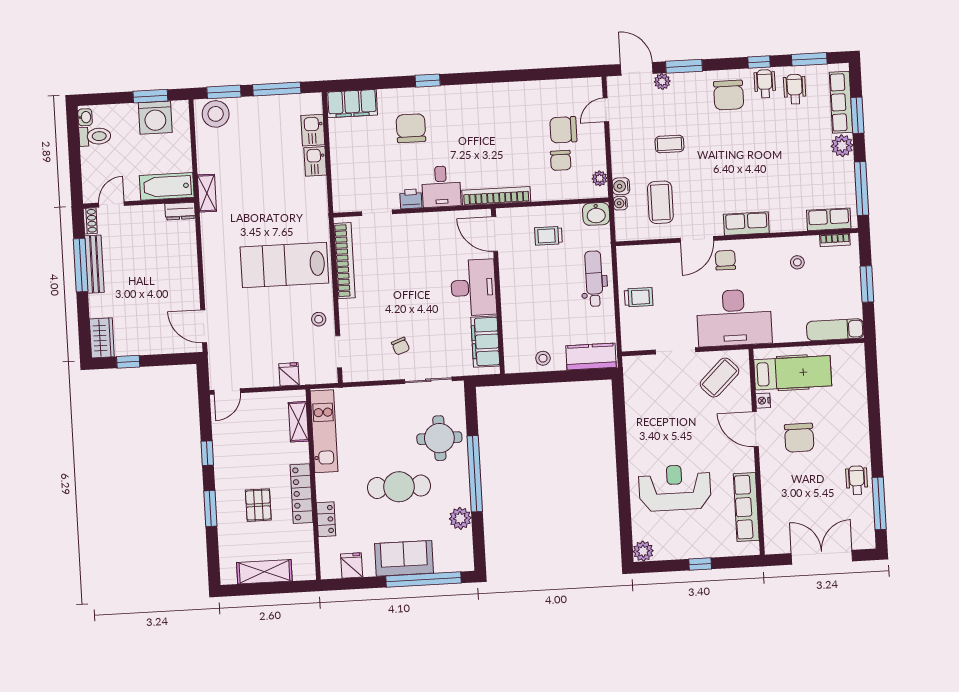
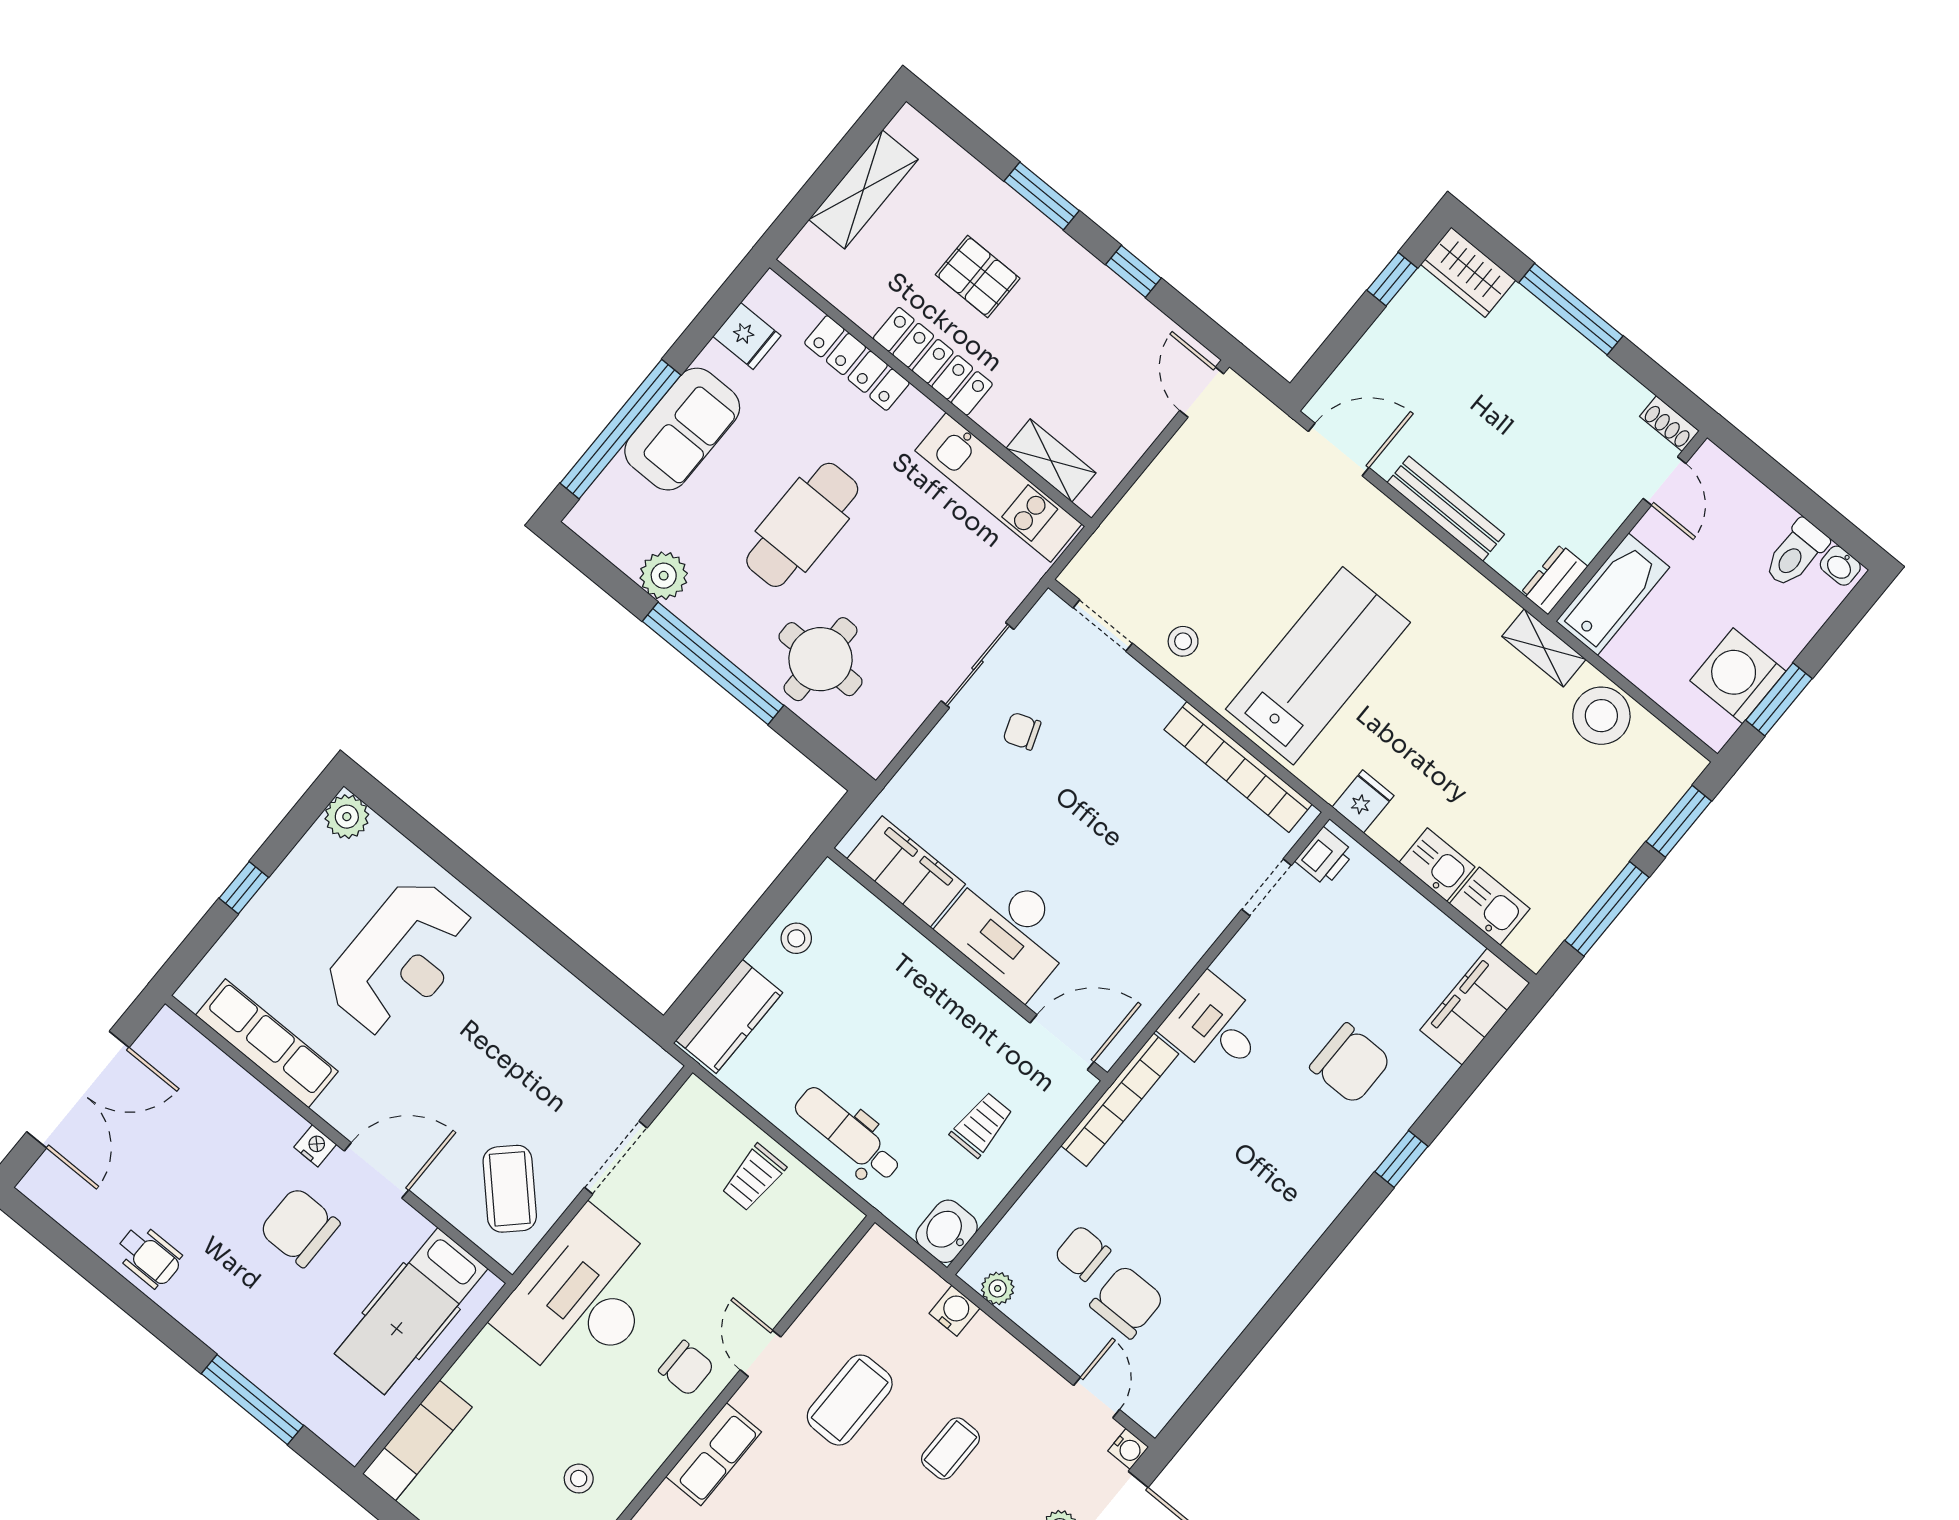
stool: (216, 114) -> (1601, 716), moved
printer: (411, 199) -> (1325, 857), moved
coffee table: (660, 202) -> (850, 1400), moved, turned 90
water cooler: (620, 203) -> (1128, 1449), moved, turned 90
door: (697, 239) -> (760, 1353), width x0.73
bench: (94, 264) -> (1446, 509), moved
window: (81, 265) -> (1571, 309), moved
dental chair: (594, 279) -> (848, 1134), turned 180
fridge: (289, 374) -> (1363, 801), moved, turned -90
sliding door: (428, 380) -> (977, 665), moved
nightstand: (763, 401) -> (315, 1146), moved
window: (879, 503) -> (252, 1400), moved
locker: (326, 519) -> (857, 363), width x1.53

